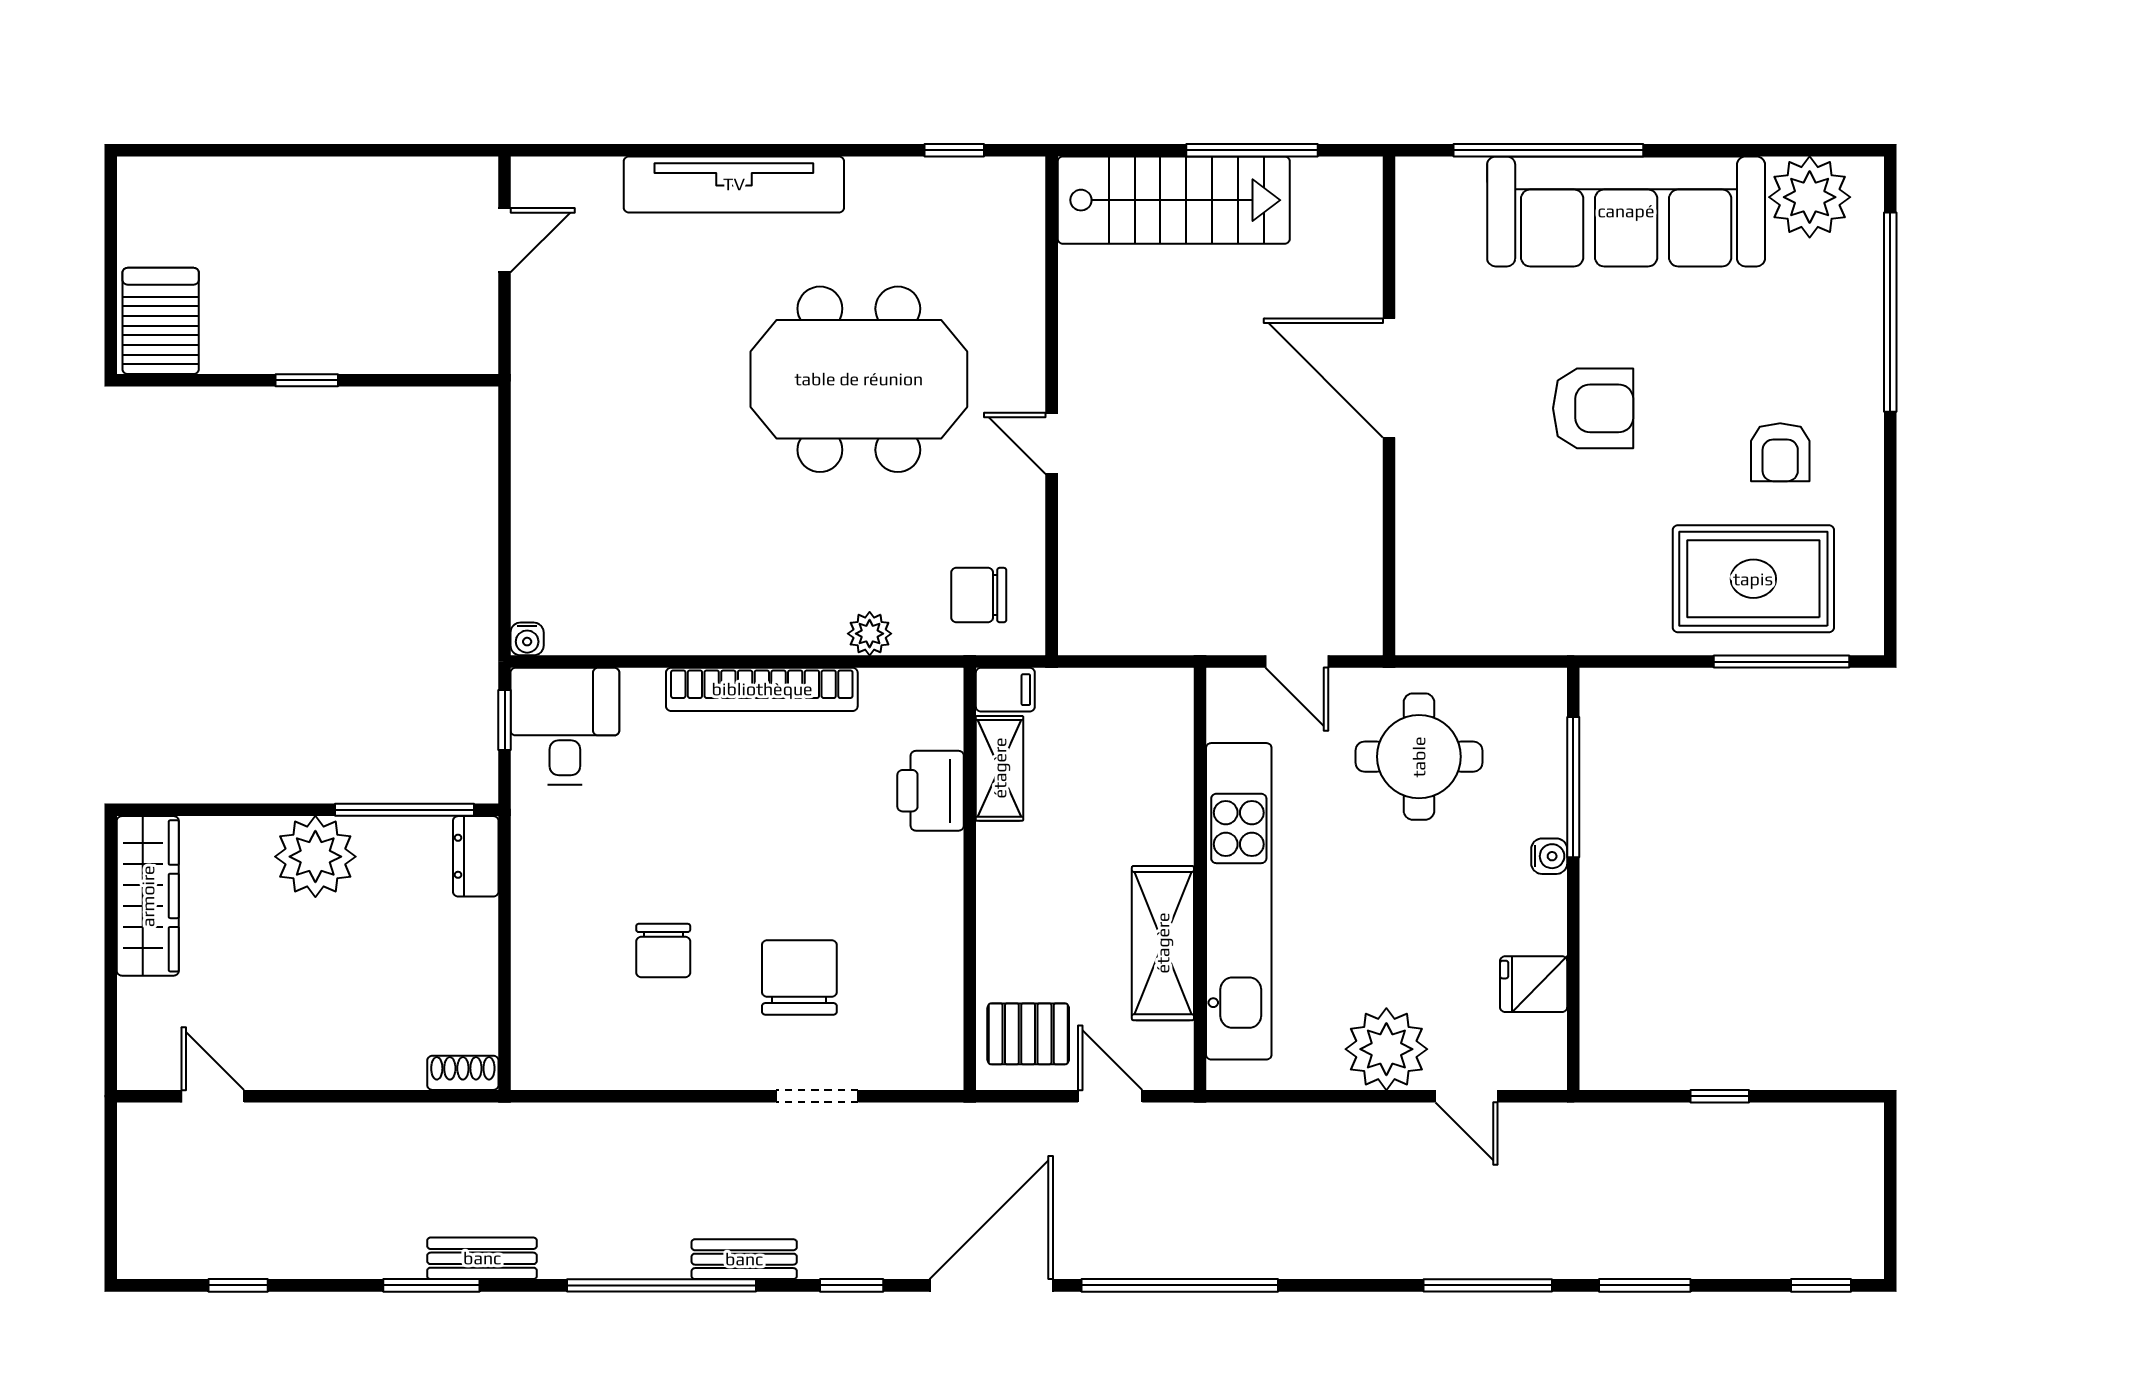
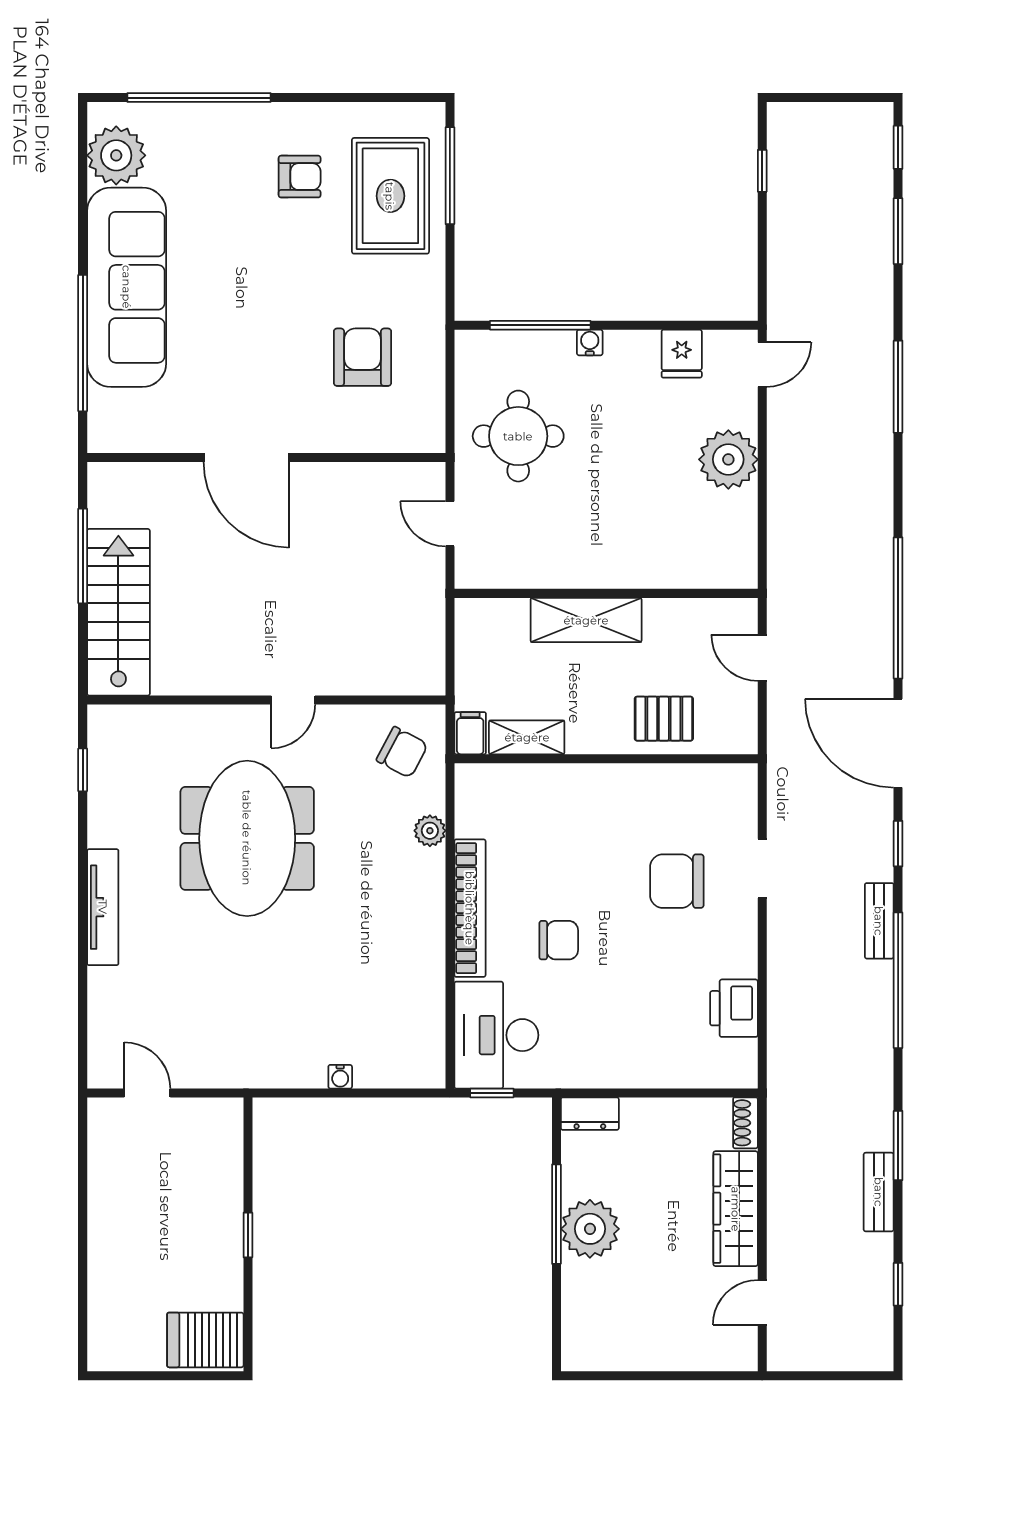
tv unit: (734, 184) -> (103, 907), width x0.73, depth x0.78
door: (1389, 378) -> (246, 457), hinge flipped
armchair: (1593, 408) -> (362, 357), moved
chair: (979, 595) -> (402, 752), turned -62
water cooler: (527, 639) -> (340, 1077), moved, turned 90
door: (1297, 662) -> (450, 524), swing flipped
desk: (565, 726) -> (496, 1035), width x1.37
printer: (931, 791) -> (734, 1008), moved, turned 90
window: (404, 810) -> (556, 1214), moved
wardrobe: (148, 896) -> (736, 1209), moved, turned -90
kitchen unit: (1239, 901) -> (622, 565), removed
shelving: (1163, 943) -> (586, 620), moved
chair: (663, 951) -> (559, 940), moved
pallet: (1028, 1034) -> (664, 719), moved, turned 90
door: (1110, 1096) -> (762, 658), hinge flipped
door: (1467, 1096) -> (762, 365), moved
window: (1720, 1096) -> (762, 171), moved
bench: (482, 1258) -> (879, 1192), moved
window: (1645, 1285) -> (898, 231), moved

